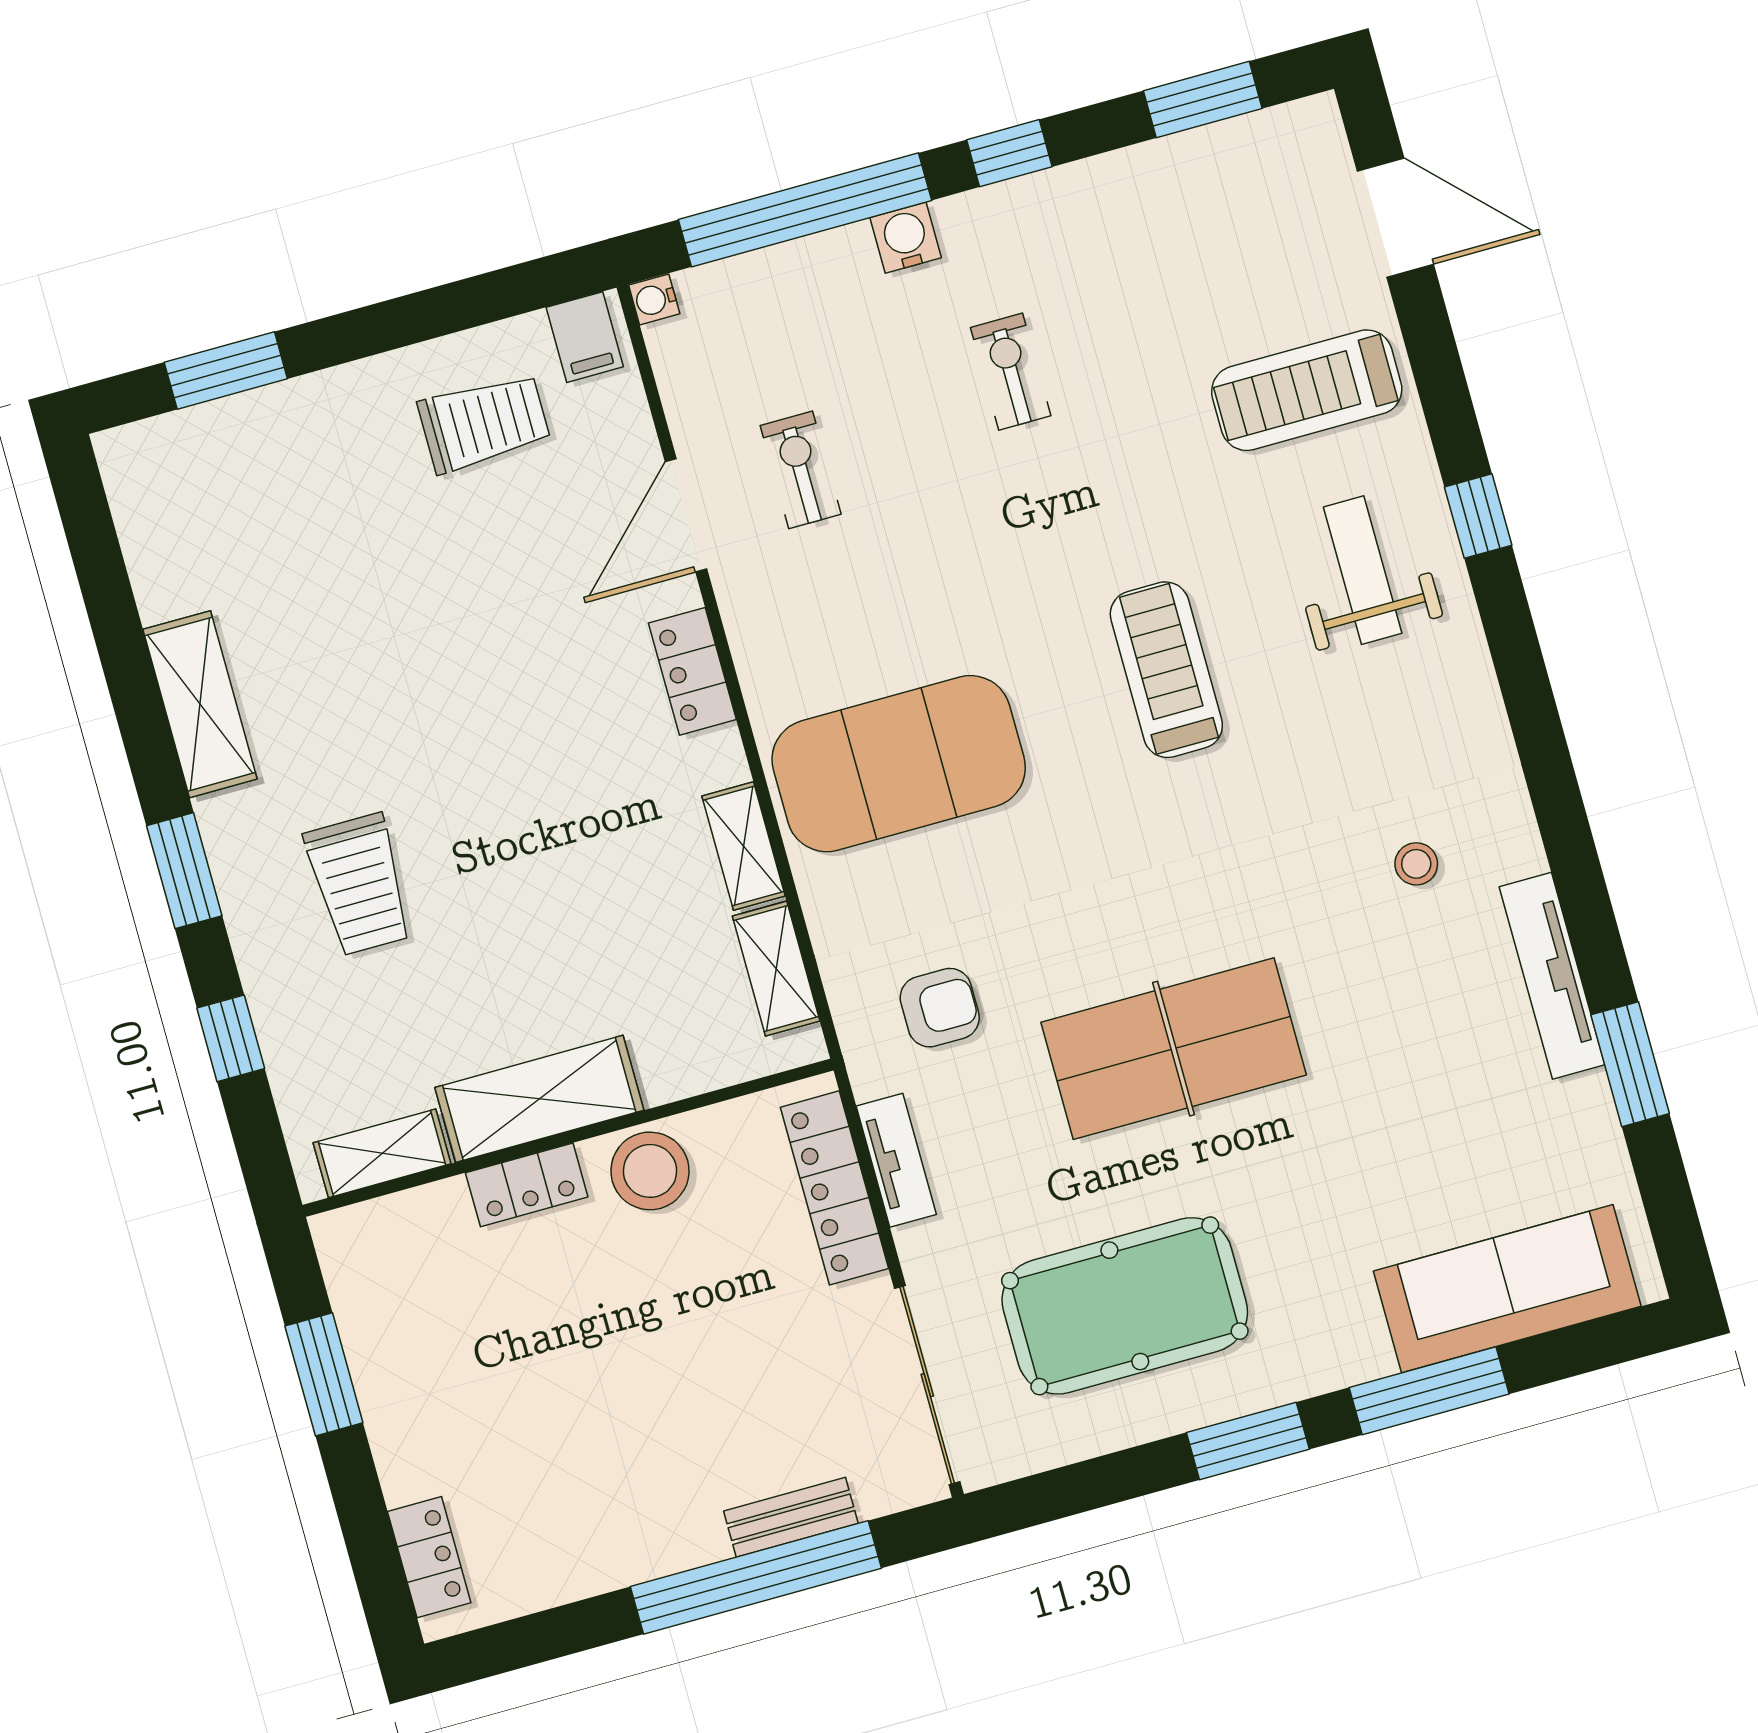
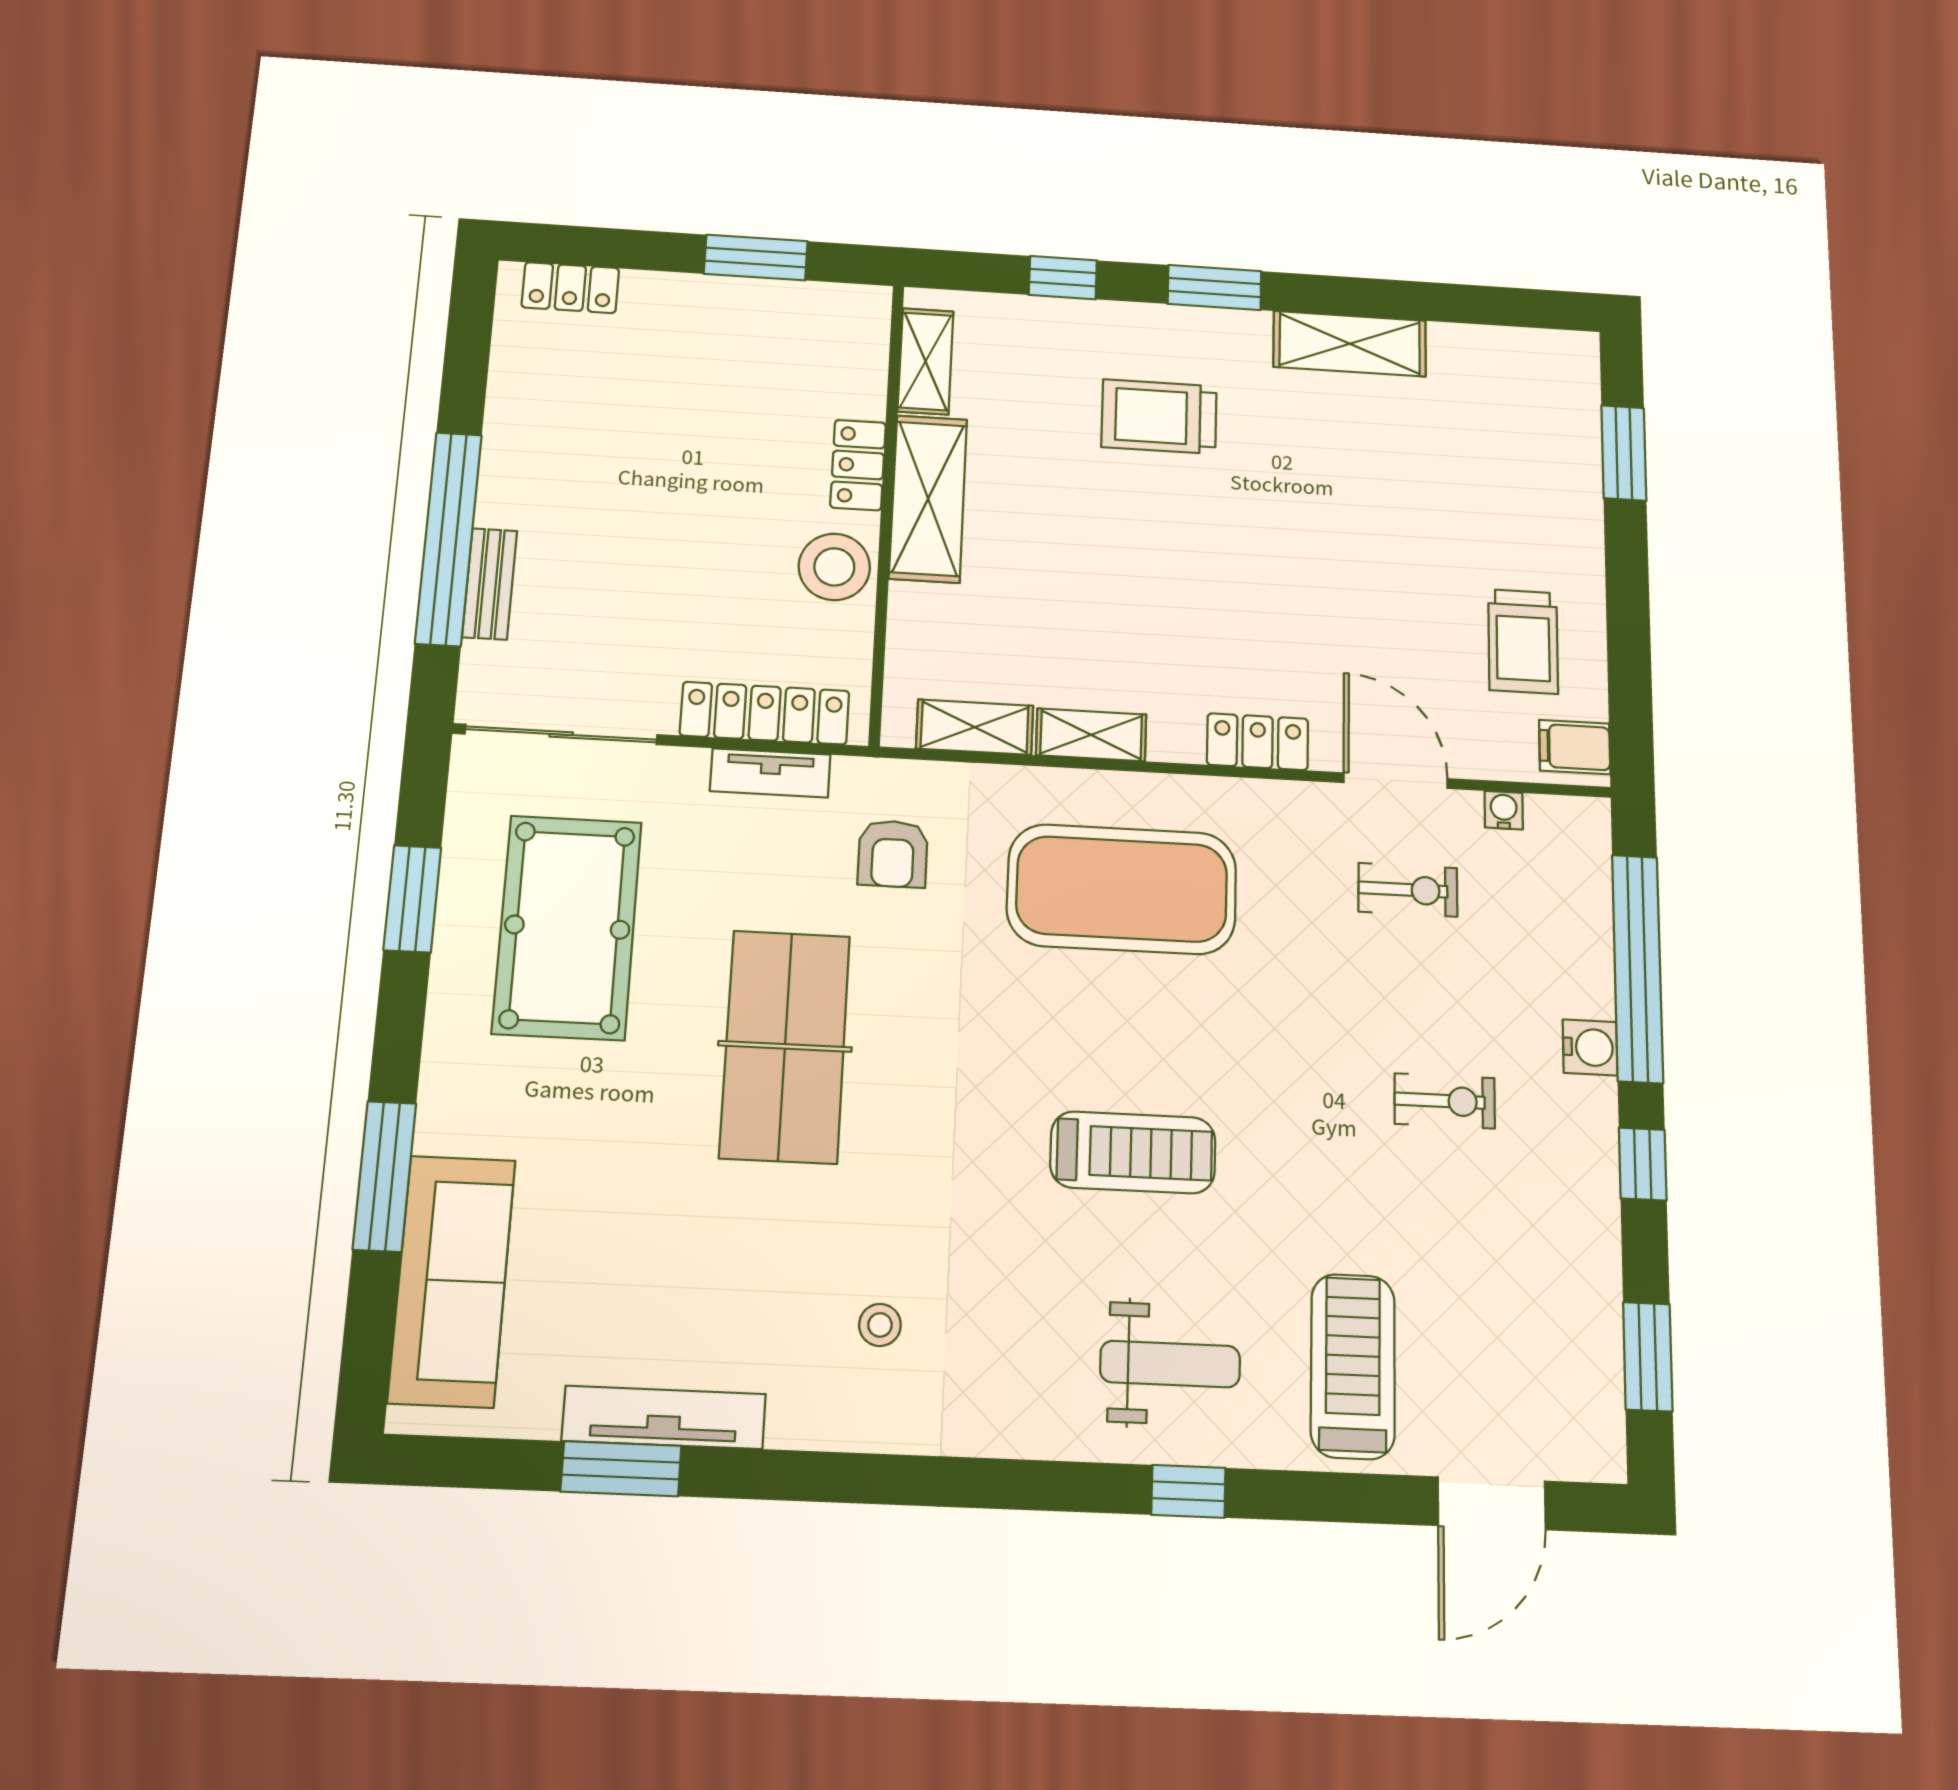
water cooler: (654, 299) -> (1504, 810), moved
exercise mat: (899, 764) -> (1122, 889), turned 90
tv unit: (1552, 976) -> (664, 1417), moved
window: (1248, 1441) -> (412, 899), moved

